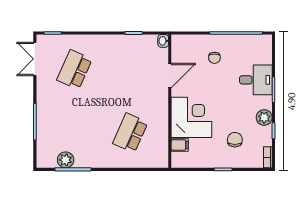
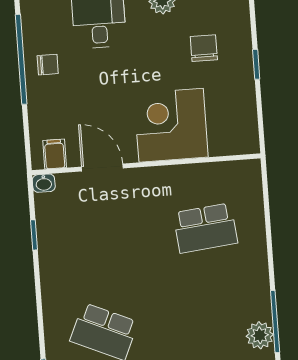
chair: (214, 58) -> (48, 65), moved
school desk: (130, 133) -> (205, 228), turned -30
chair: (235, 140) -> (204, 48), turned 90
filing cabinet: (180, 145) -> (55, 154), moved

